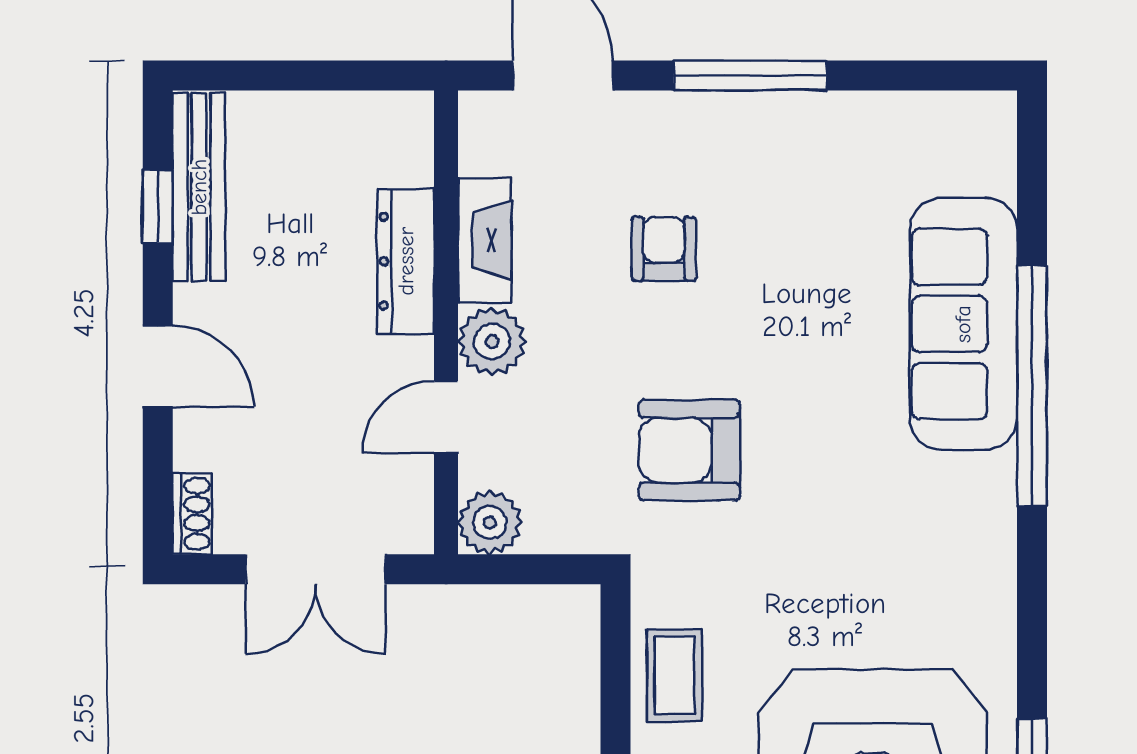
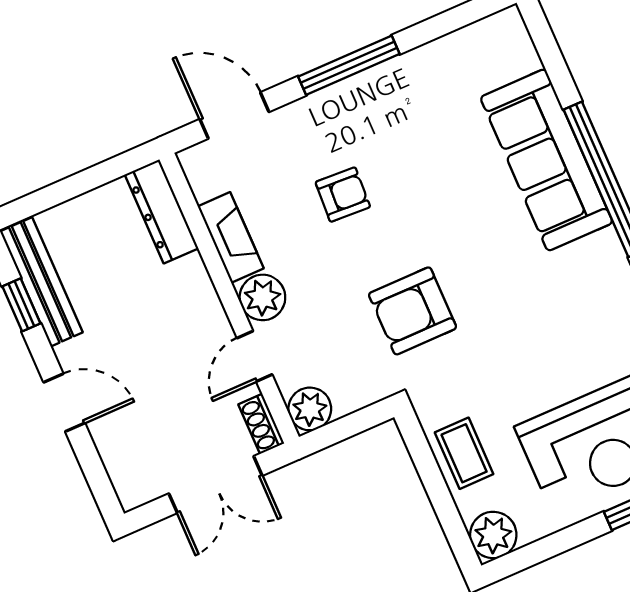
armchair: (664, 249) -> (343, 195), turned 93
dresser: (406, 261) -> (162, 211), moved
shoe rack: (192, 514) -> (261, 424), moved, turned 180

